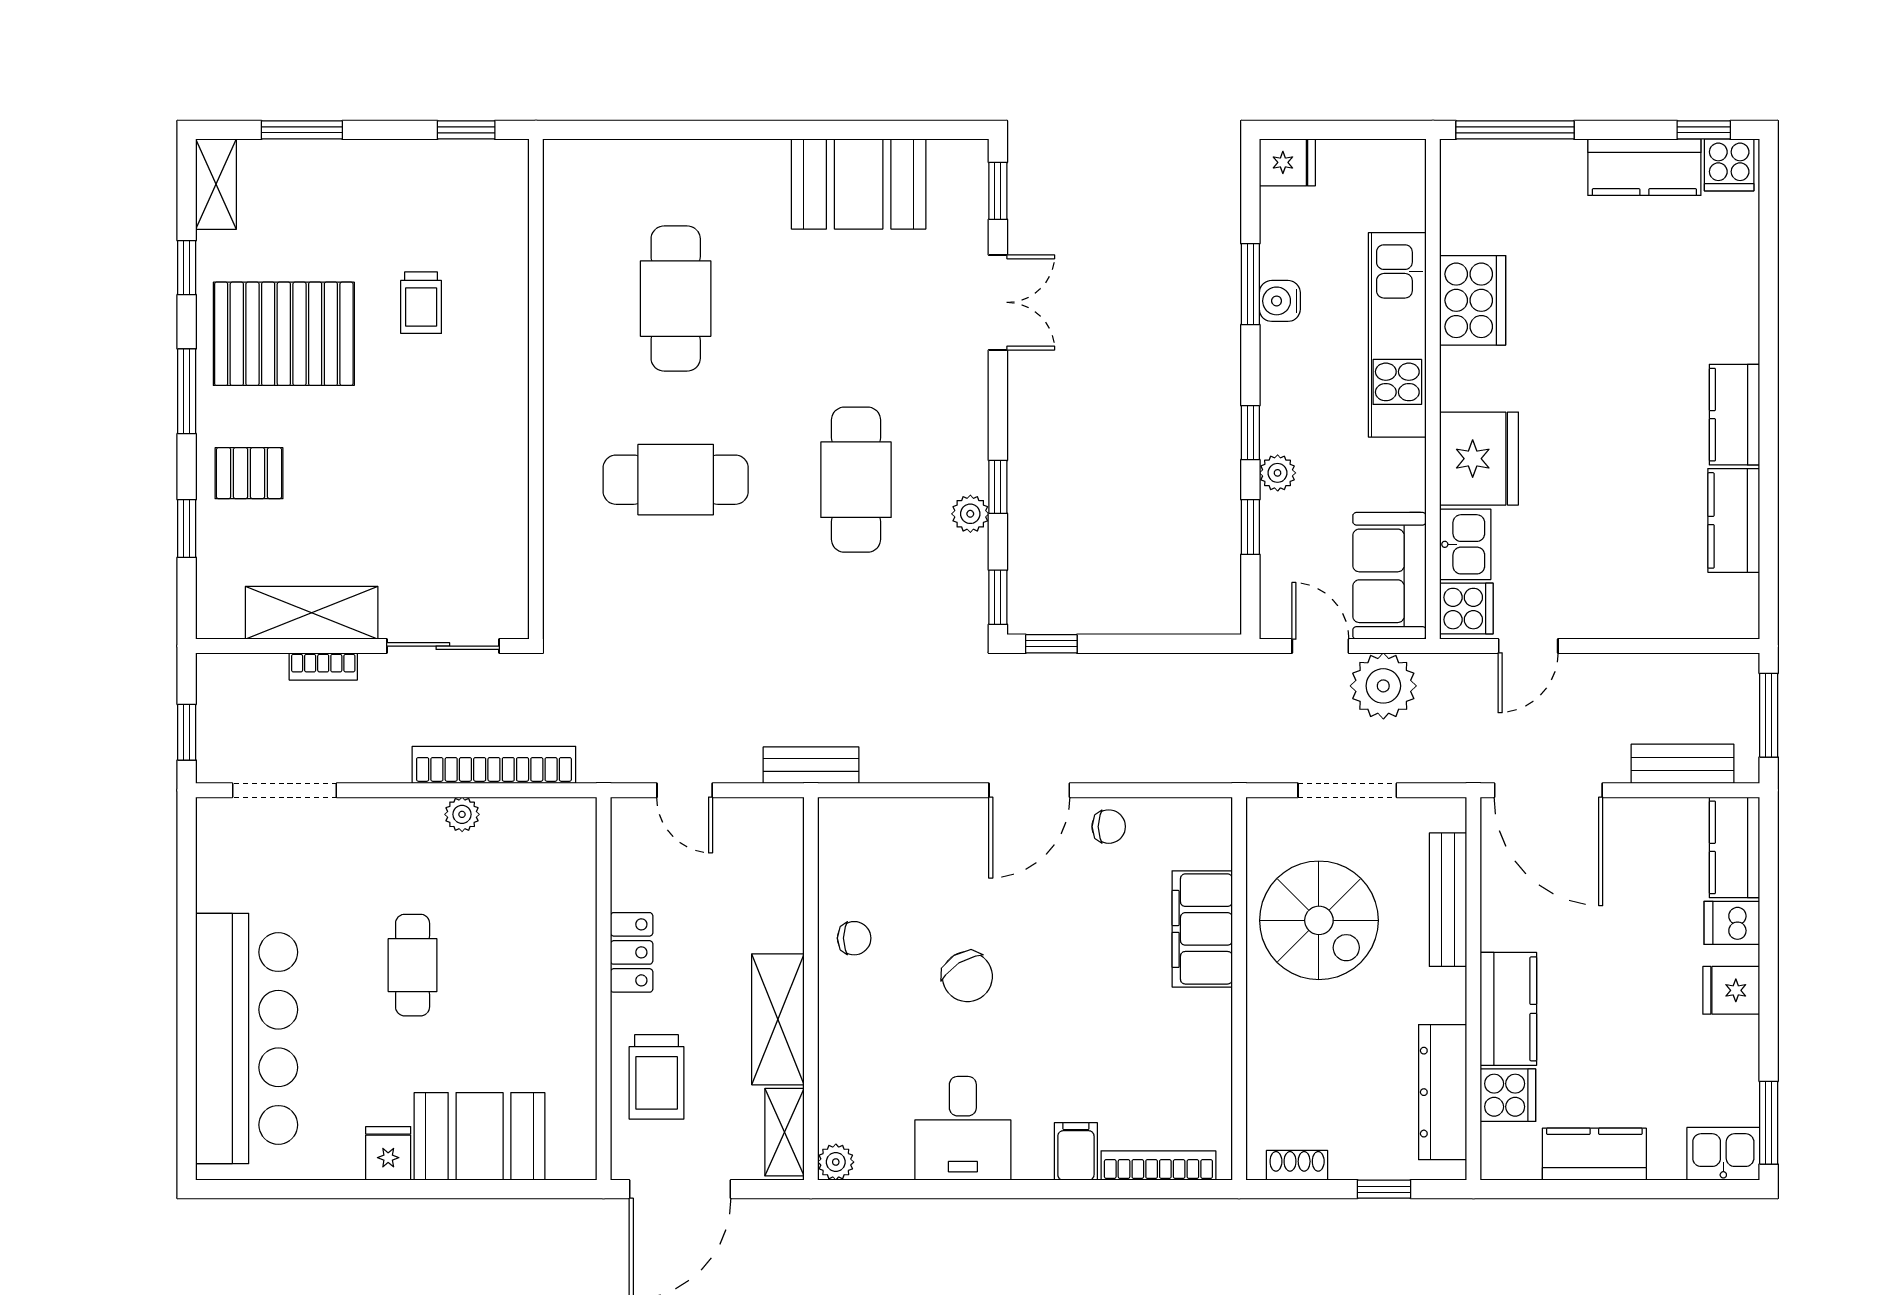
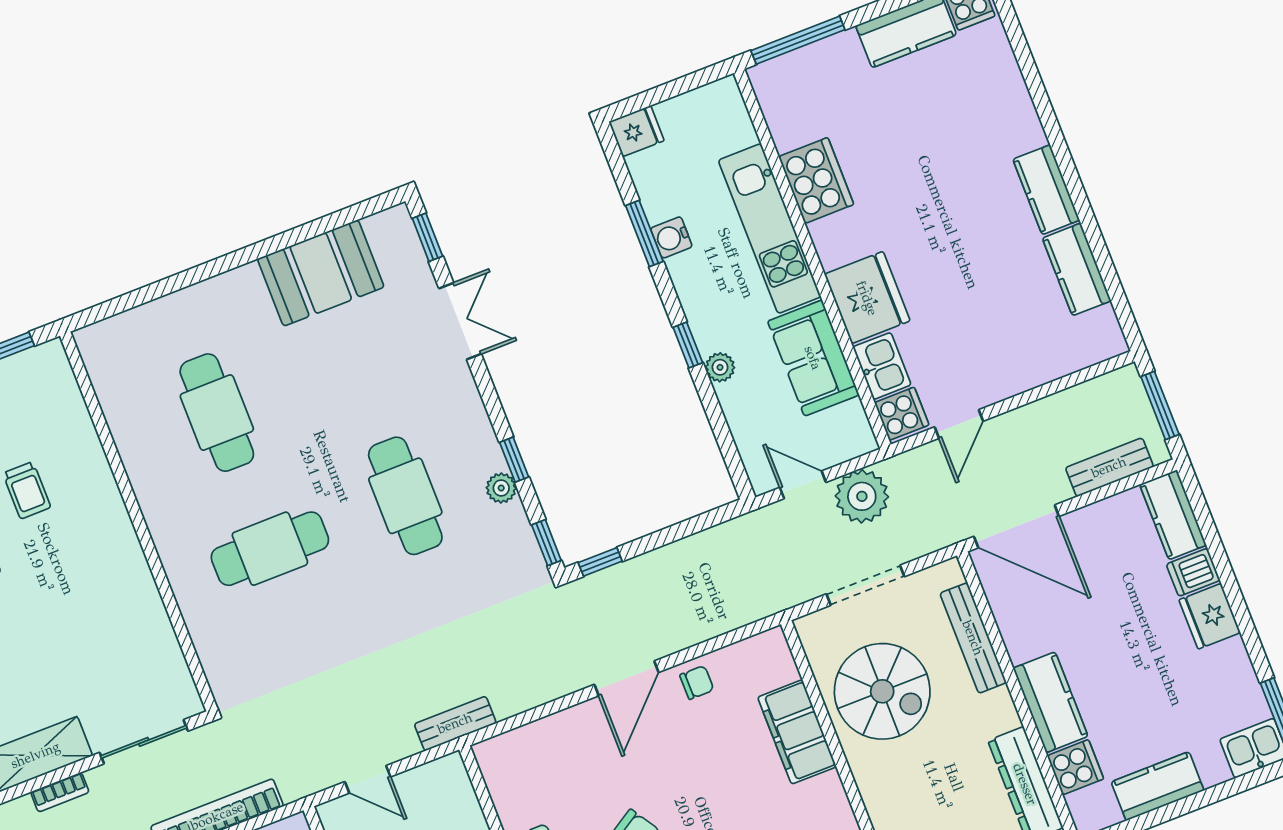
window: (1250, 527) -> (715, 416), removed
sofa: (1389, 576) -> (813, 358), moved
fridge: (1731, 990) -> (1210, 616), width x1.38

